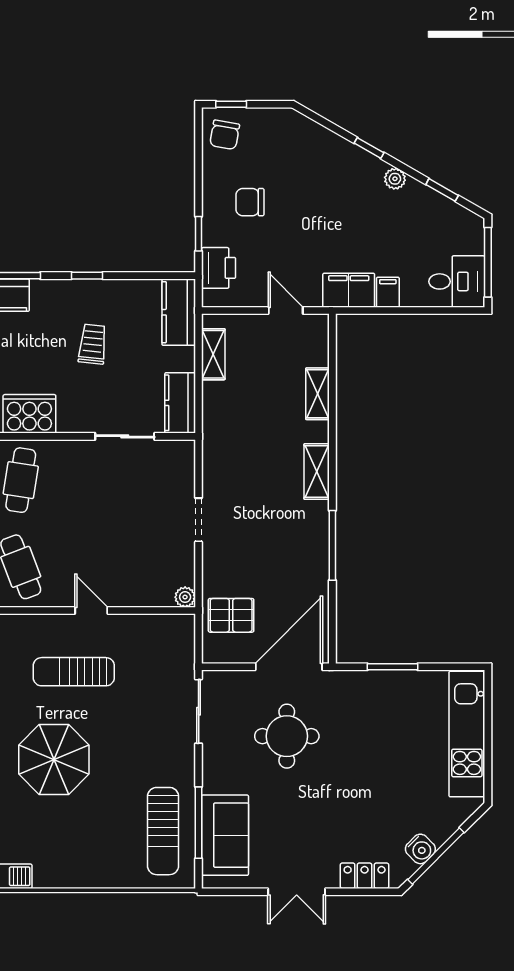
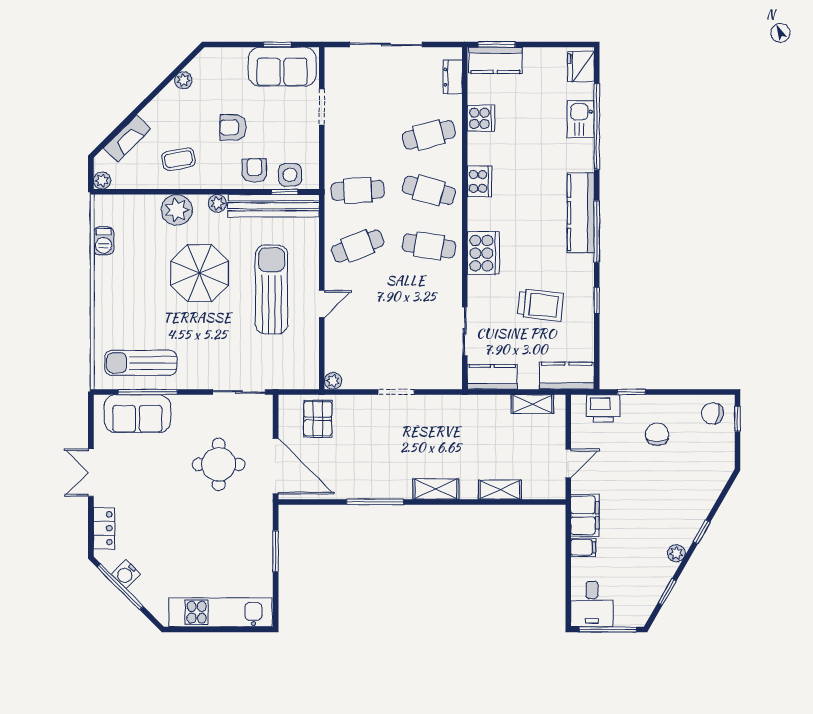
trolley: (93, 344) -> (540, 305), width x1.36, depth x1.39
sun lounger: (74, 672) -> (272, 290), width x1.36, depth x1.34

